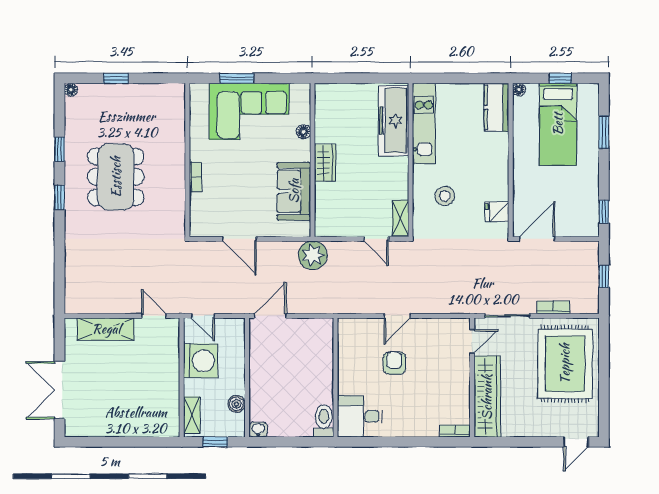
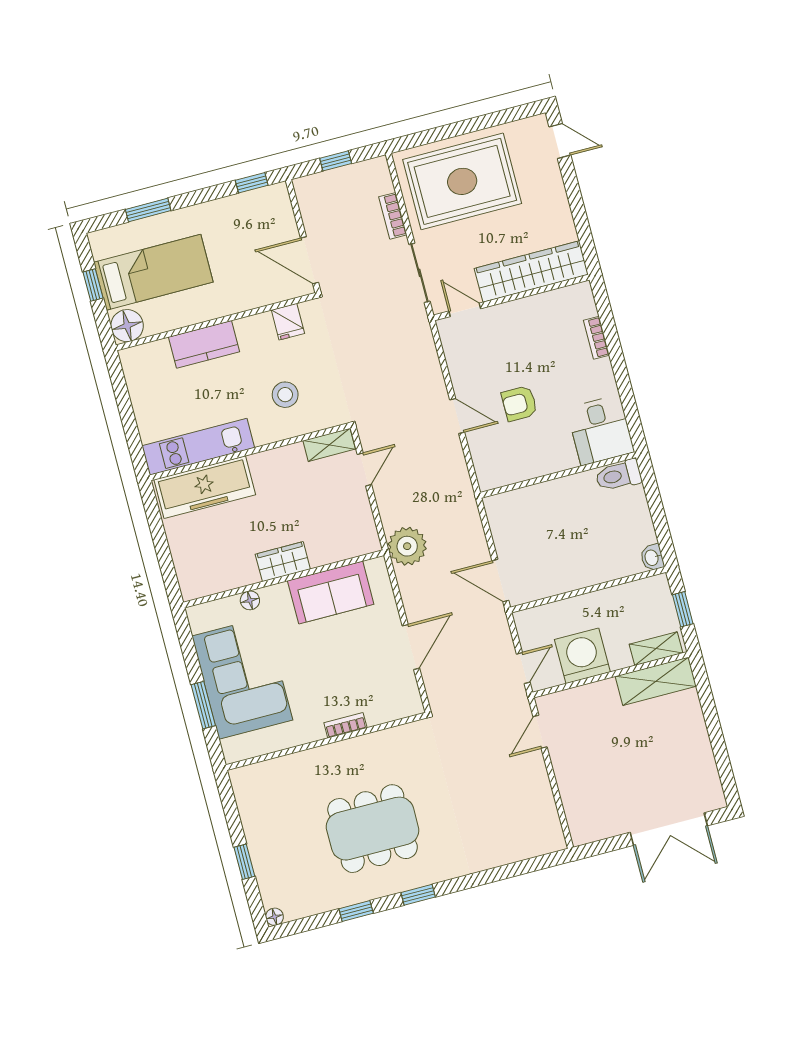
floor lamp: (519, 89) -> (127, 326), width x1.89, depth x1.89
kitchen counter: (497, 107) -> (204, 344), moved
shelving: (106, 329) -> (656, 681), moved, turned 90
boiler: (236, 404) -> (626, 595), removed
bookcase: (455, 431) -> (596, 338), moved

